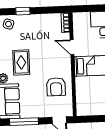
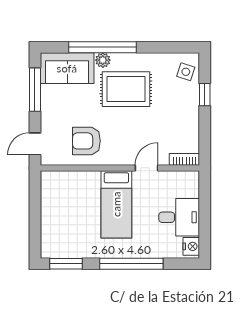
rug: (21, 62) -> (126, 89), width x1.36, depth x1.43

